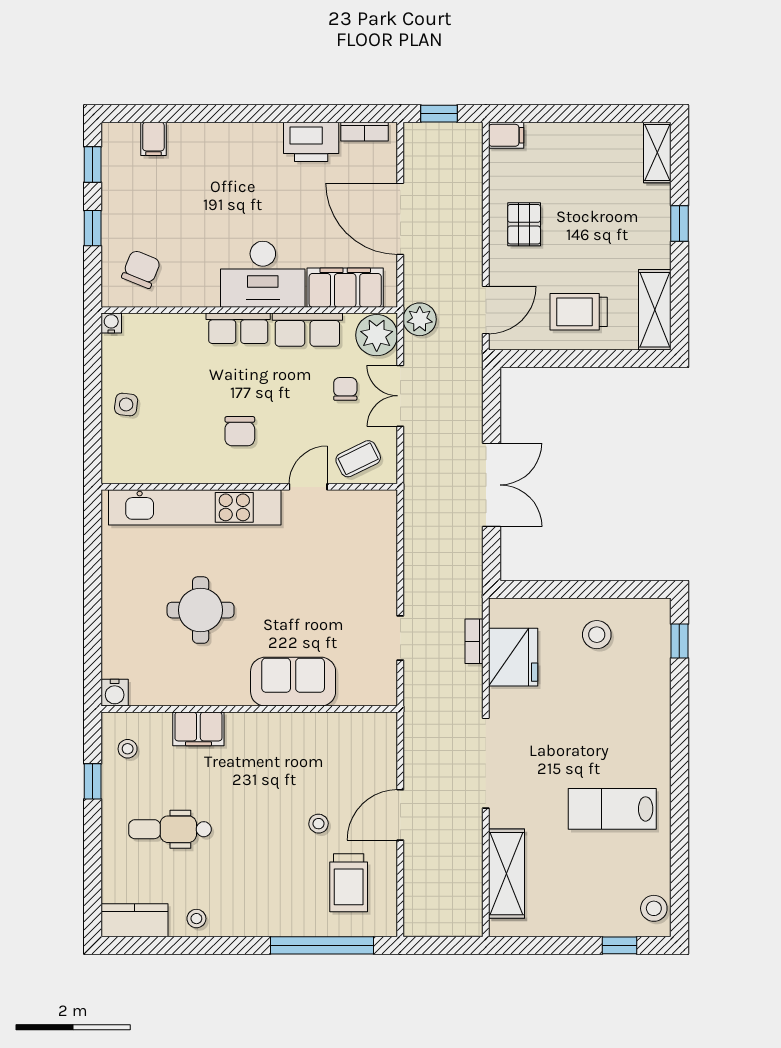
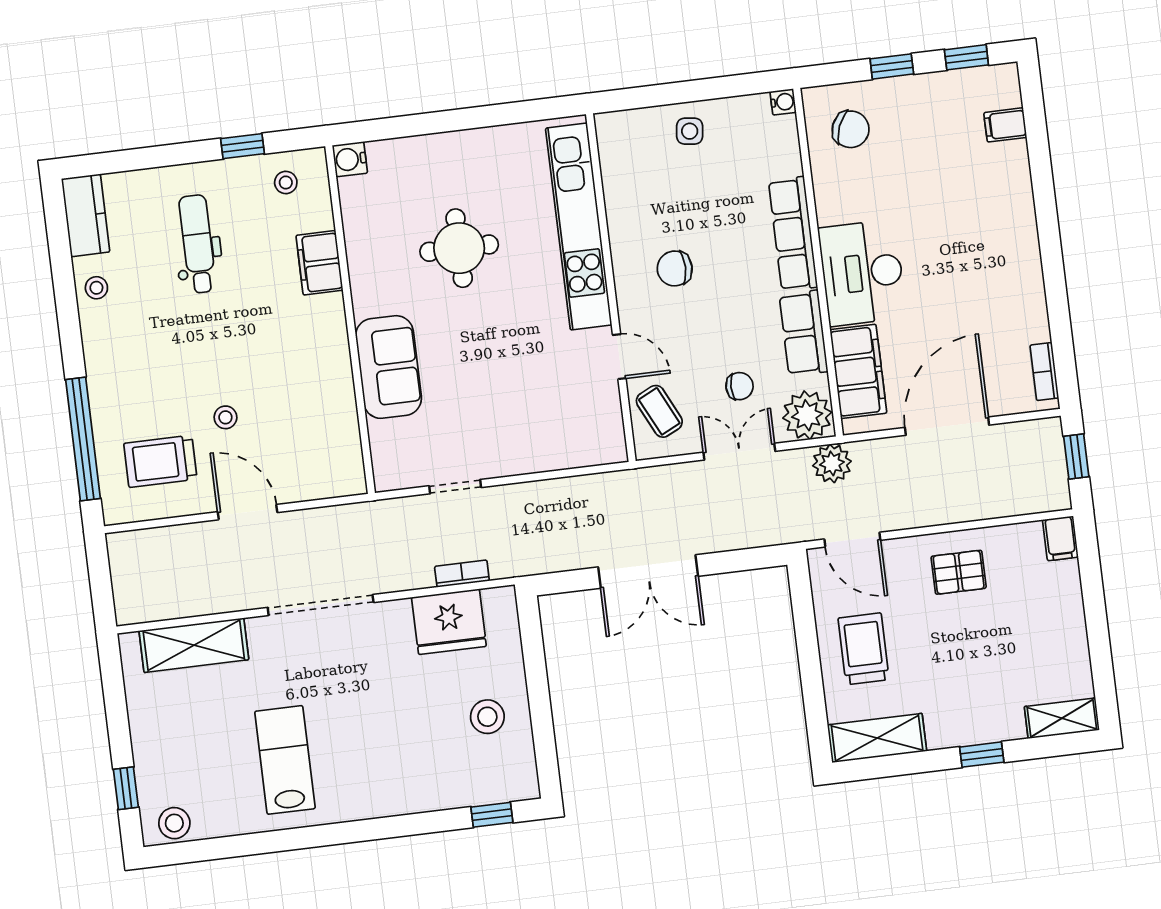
printer: (311, 142) -> (1025, 310), removed
row of seats: (238, 328) -> (793, 234), width x1.48

